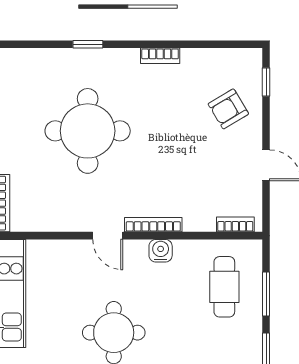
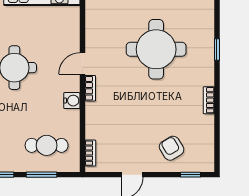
bookcase: (153, 225) -> (90, 88), width x0.64

